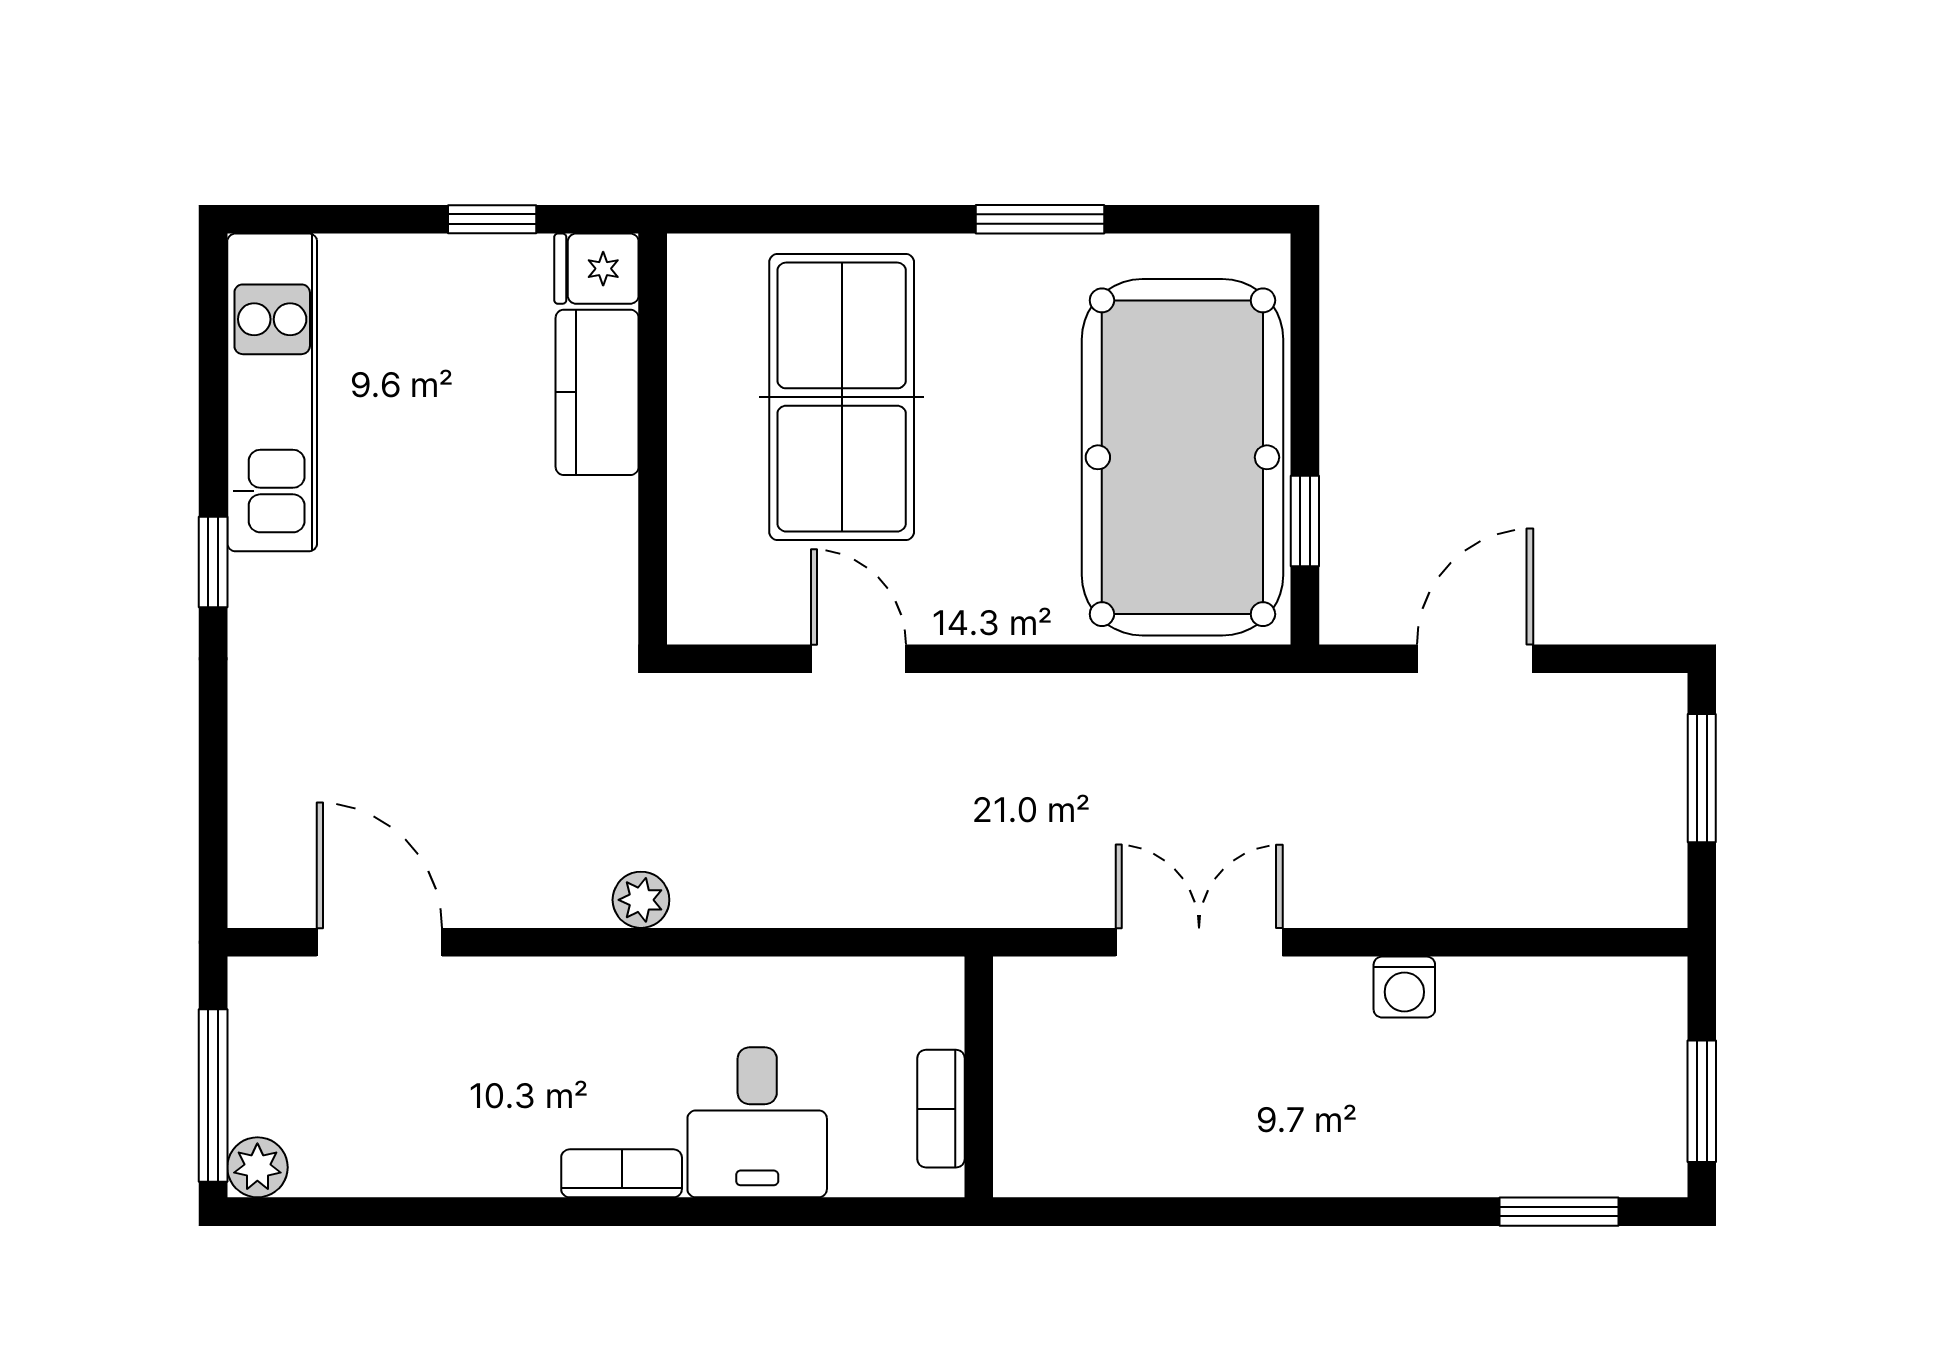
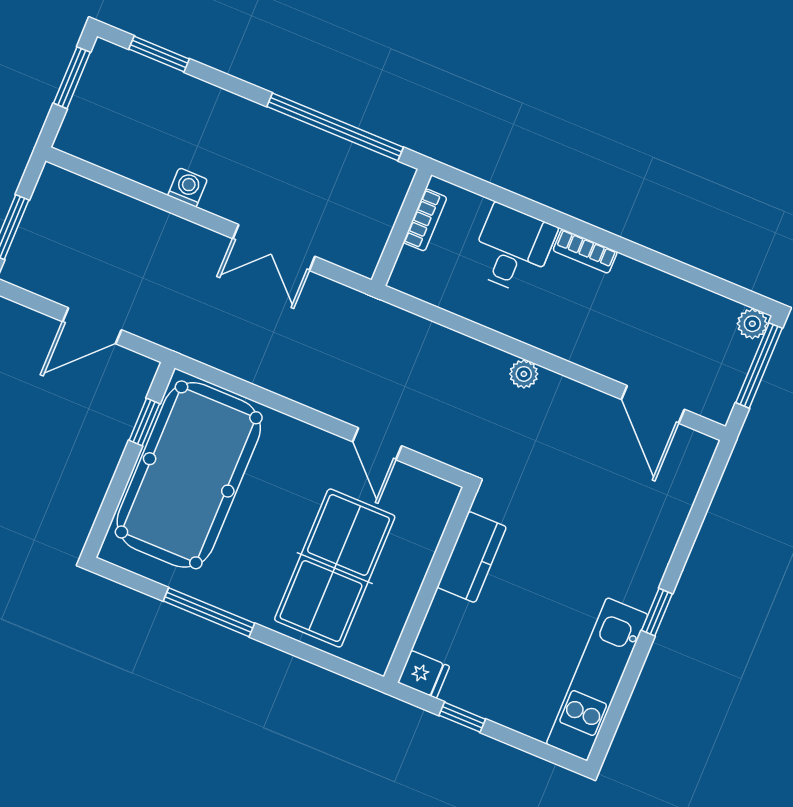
window: (1040, 219) -> (209, 612), width x1.44
kitchen counter: (597, 392) -> (472, 557), moved
window: (1178, 1212) -> (335, 127), added

